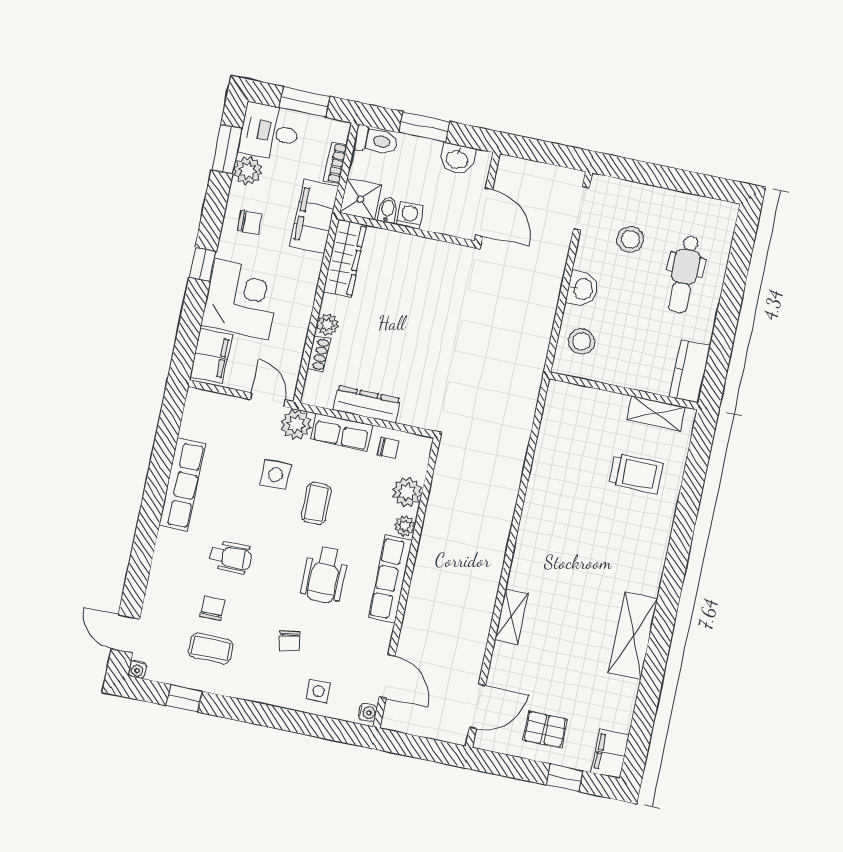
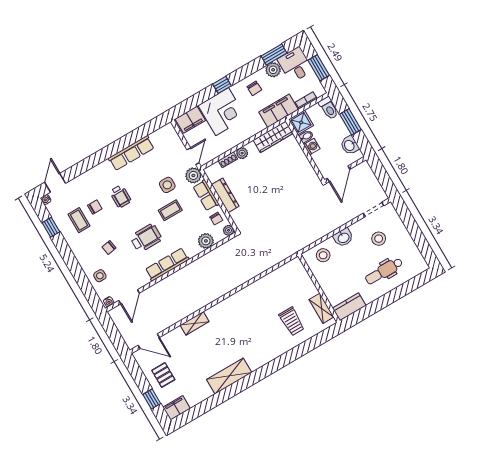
plant: (405, 526) -> (228, 230), moved
wheelchair: (324, 575) -> (146, 238), turned 180

